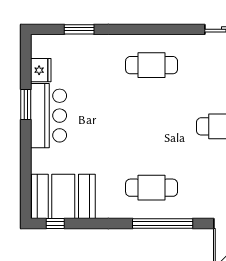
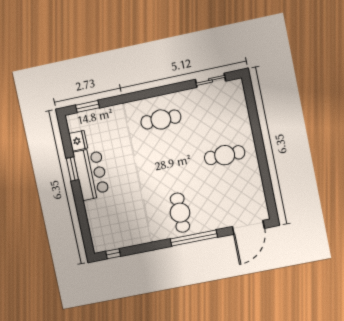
window: (79, 29) -> (87, 106), moved
cafe table: (152, 188) -> (180, 213), turned 90
booth: (63, 196) -> (115, 232), removed

